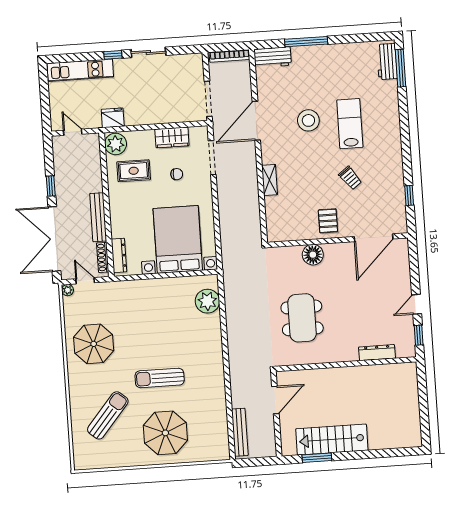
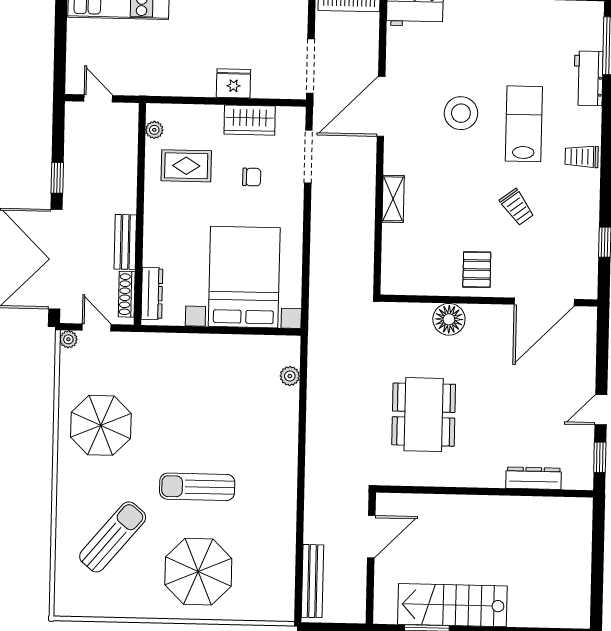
workbench: (387, 62) -> (588, 78), moved
fridge: (113, 118) -> (233, 83), moved
trolley: (389, 142) -> (582, 157), added
plant: (116, 144) -> (154, 130), width x0.53, depth x0.53
bench: (98, 217) -> (125, 242), width x0.73
plant: (207, 301) -> (290, 376), width x0.53, depth x0.53

